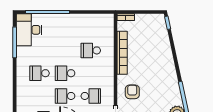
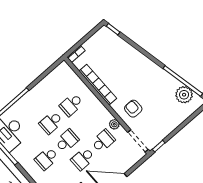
school desk: (65, 50) -> (51, 123), added
school desk: (65, 73) -> (67, 141), turned 180
plant: (109, 91) -> (114, 124), added

